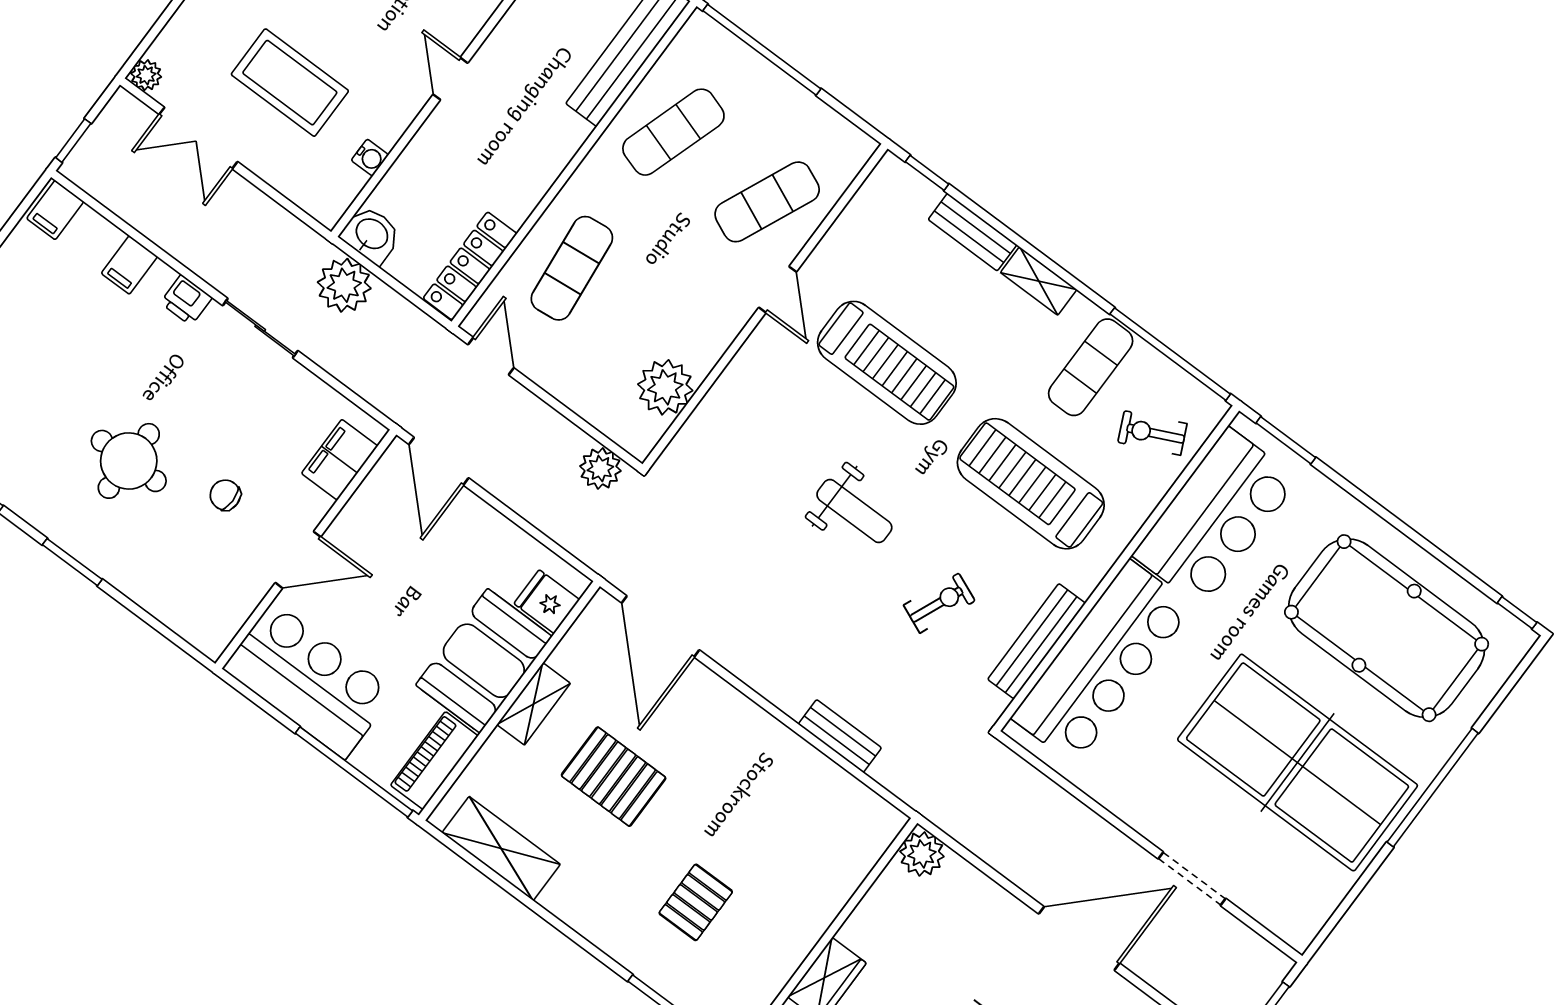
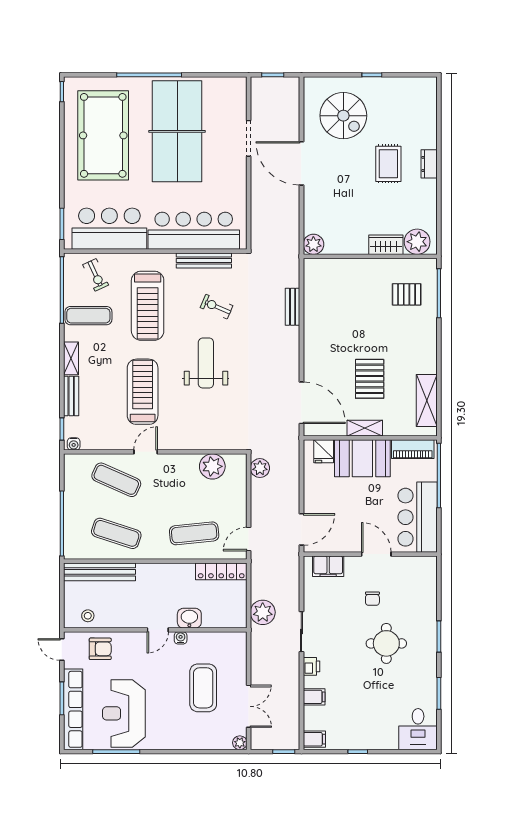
water cooler: (370, 158) -> (181, 638), moved
water cooler: (885, 174) -> (74, 444), added
washbasin: (371, 235) -> (189, 618), moved, turned 90
weight bench: (854, 511) -> (206, 363), width x1.36, depth x1.33
door: (660, 626) -> (301, 403), hinge flipped
pallet: (696, 902) -> (407, 294), moved

